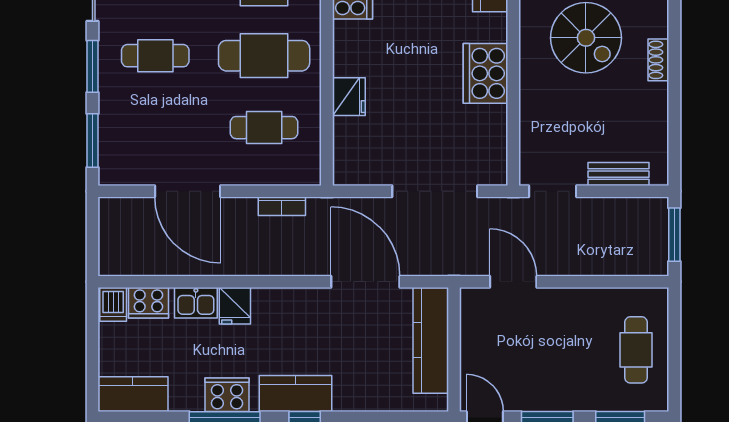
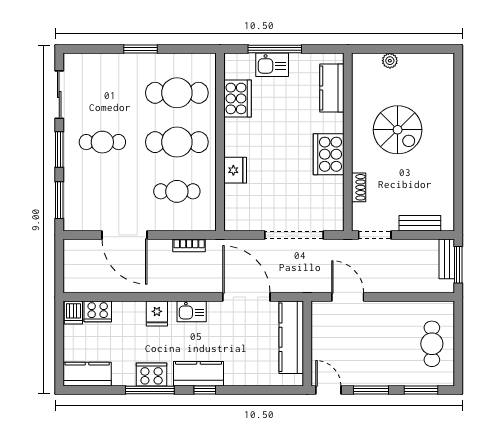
shoe rack: (658, 60) -> (359, 187), moved, turned 180
bench: (658, 226) -> (447, 259), added
kitchen sink: (196, 303) -> (192, 311), moved

